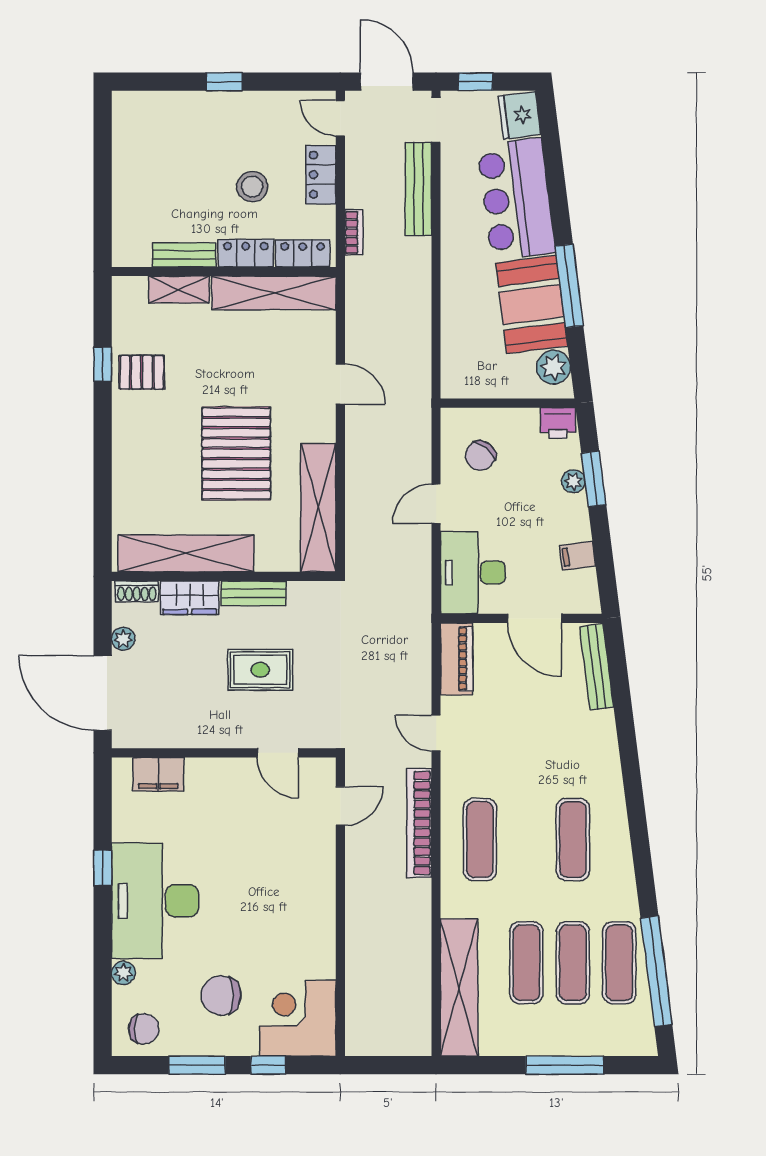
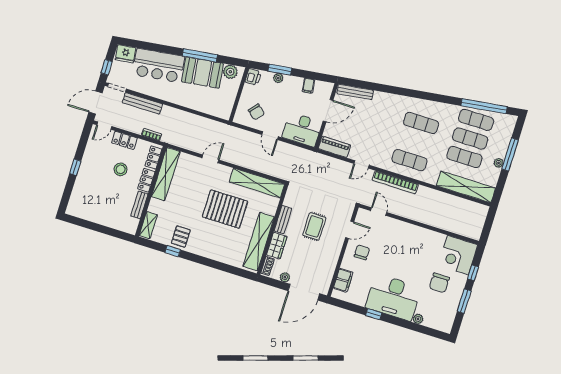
shelving: (179, 290) -> (148, 225), moved
chair: (144, 1029) -> (362, 252), moved
plant: (537, 1045) -> (499, 163), added

